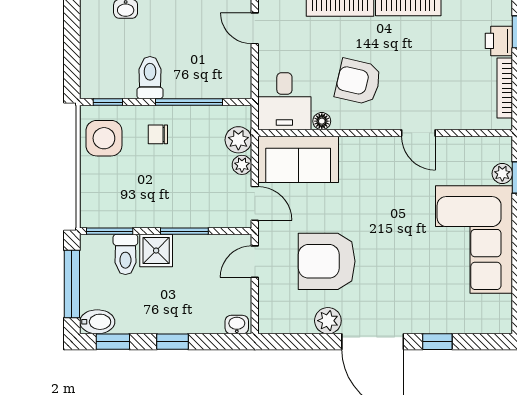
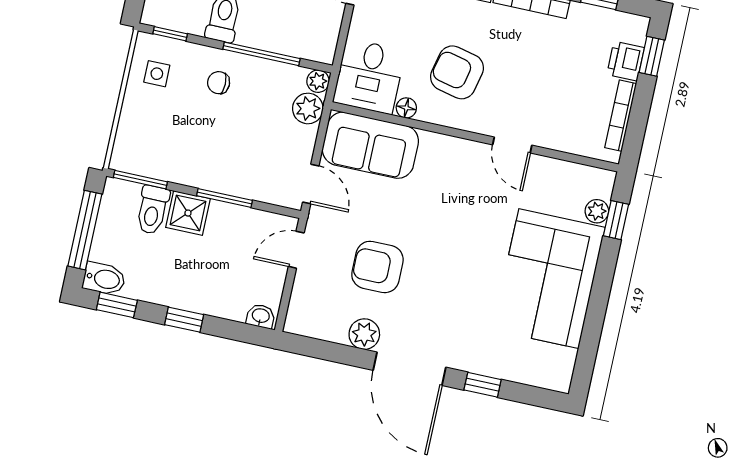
side table: (104, 138) -> (157, 74), width x0.54, depth x0.54
plant: (242, 165) -> (318, 81), moved
armchair: (327, 261) -> (377, 267), width x0.73, depth x0.73

